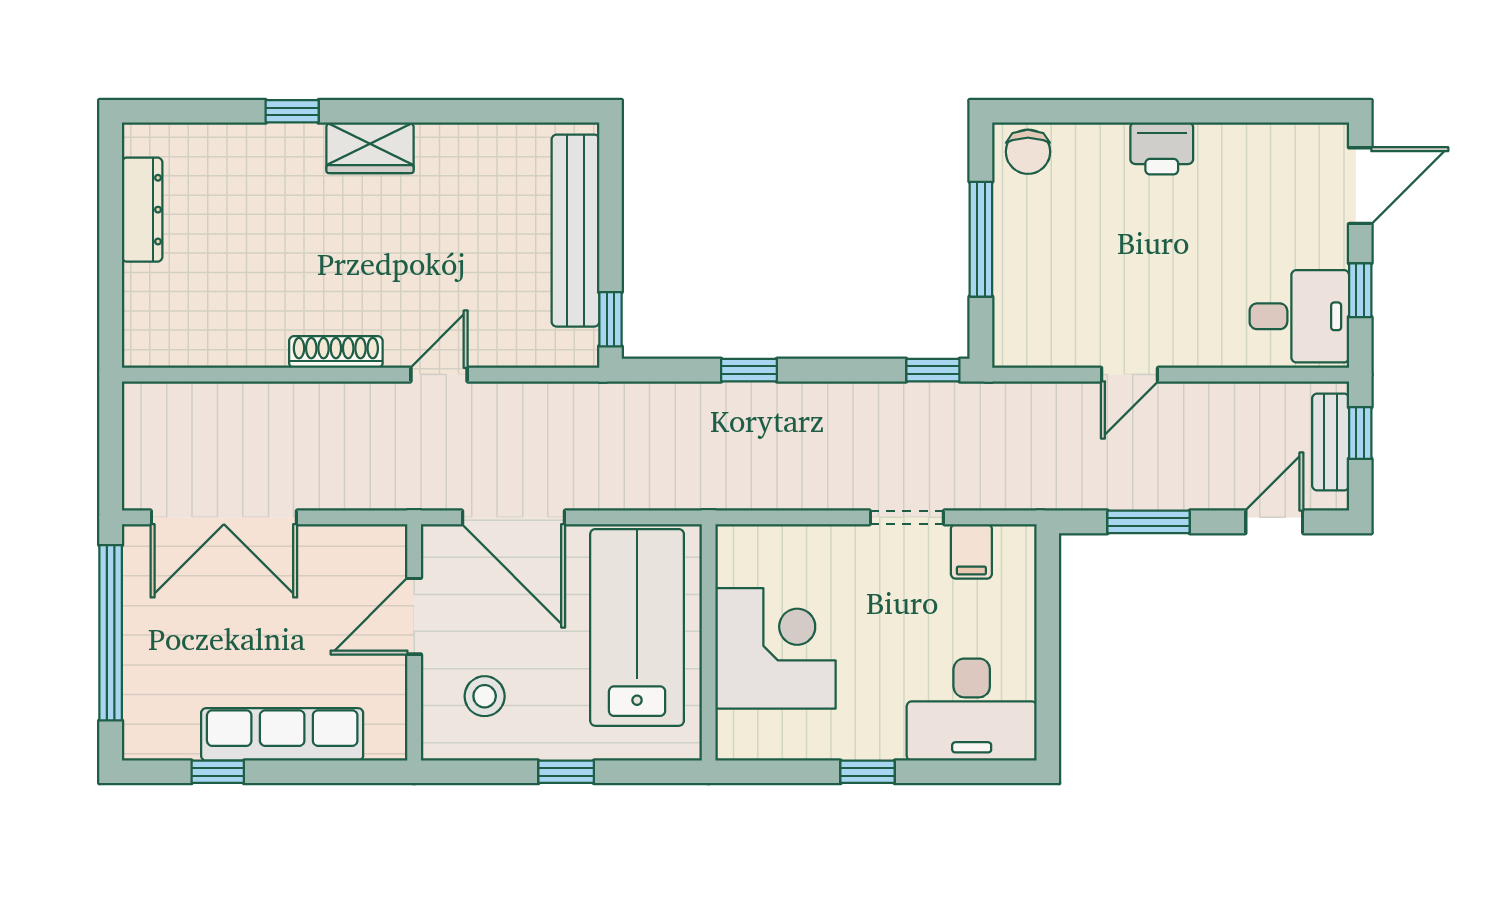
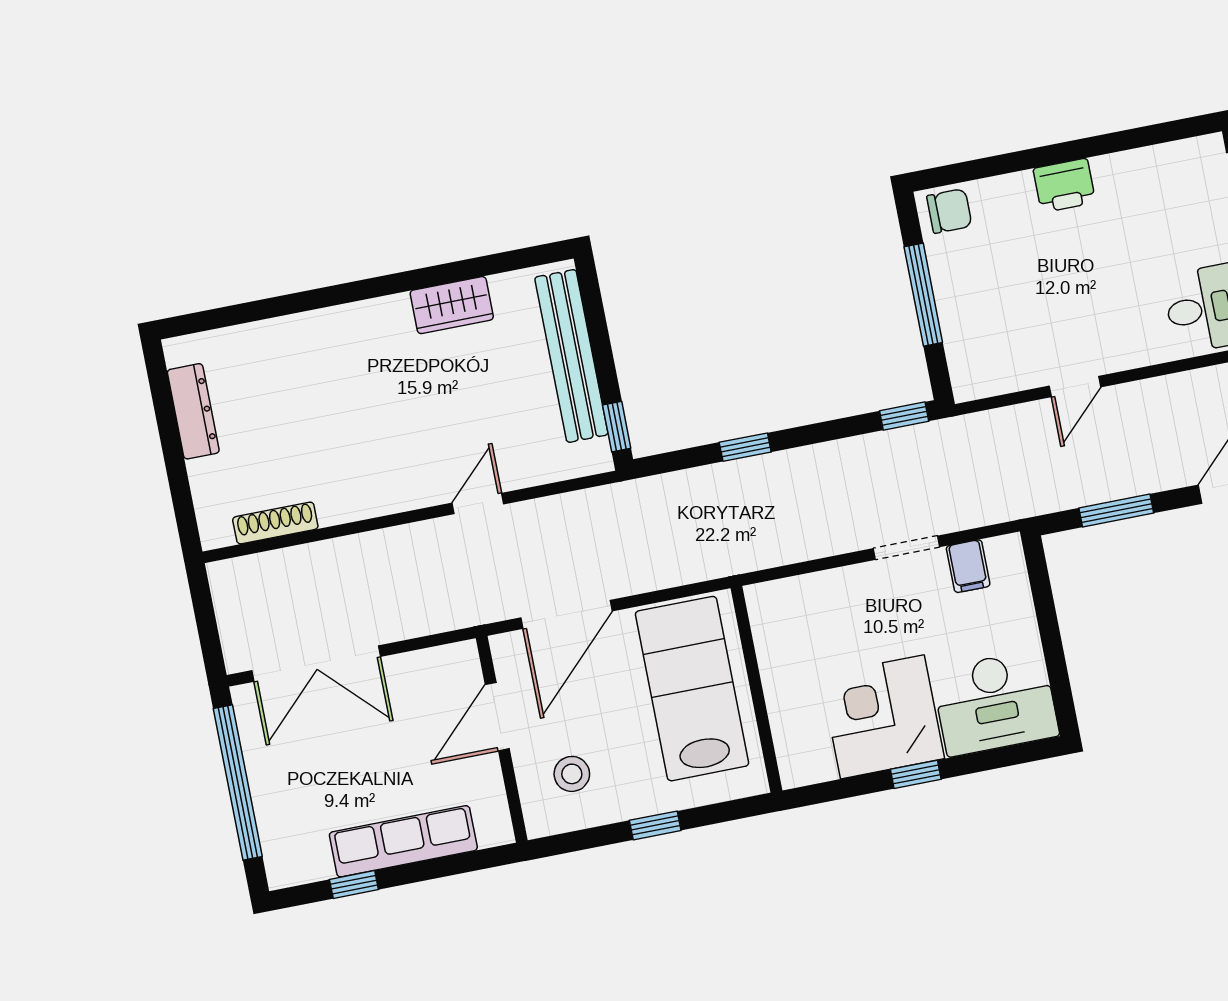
window: (292, 111) -> (306, 301), removed
wardrobe: (370, 148) -> (452, 305), moved
chair: (1028, 152) -> (949, 211), turned -90
shoe rack: (336, 352) -> (275, 523), moved
door: (514, 517) -> (567, 614), hinge flipped
corner desk: (776, 648) -> (882, 717), moved, turned -90

